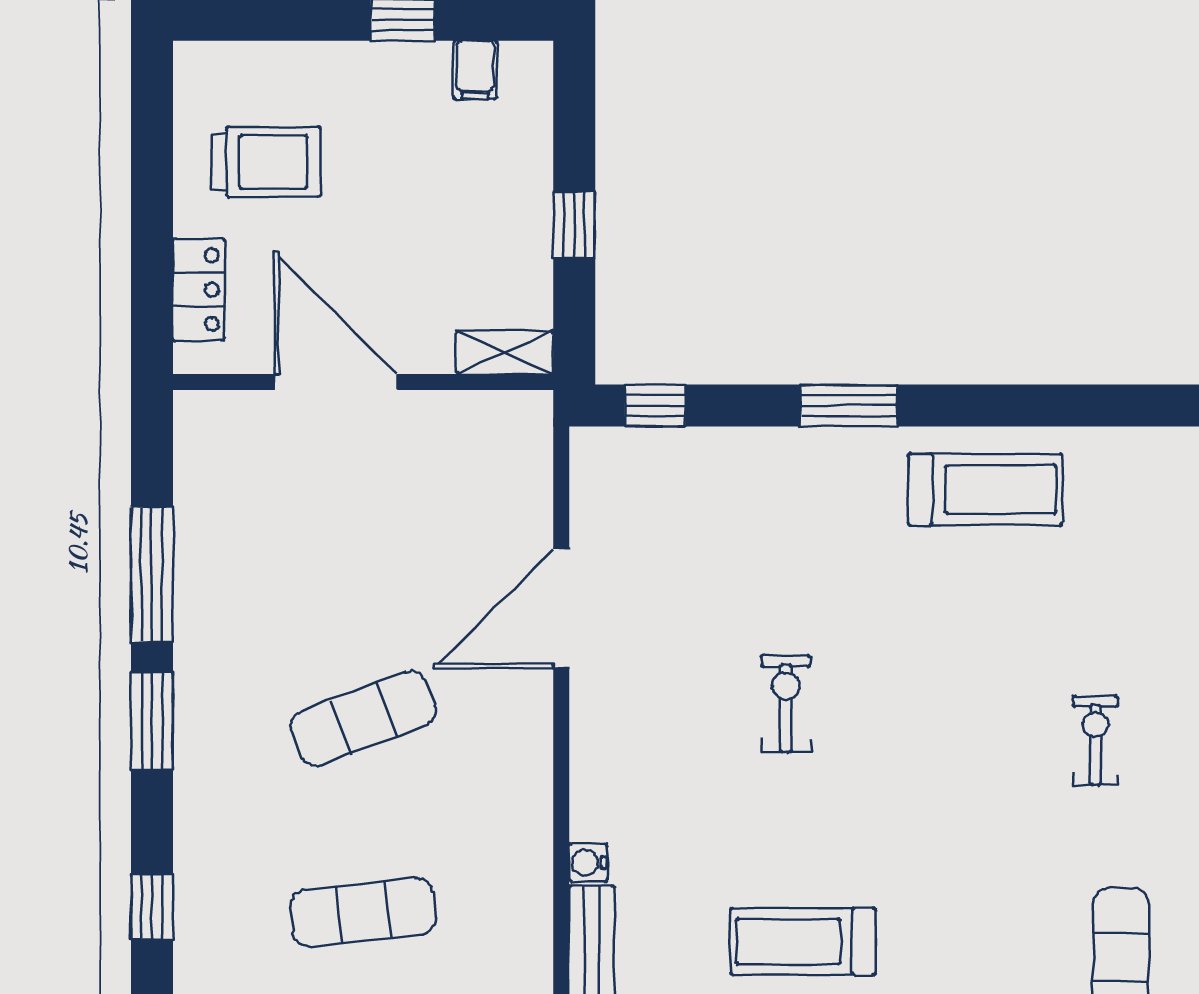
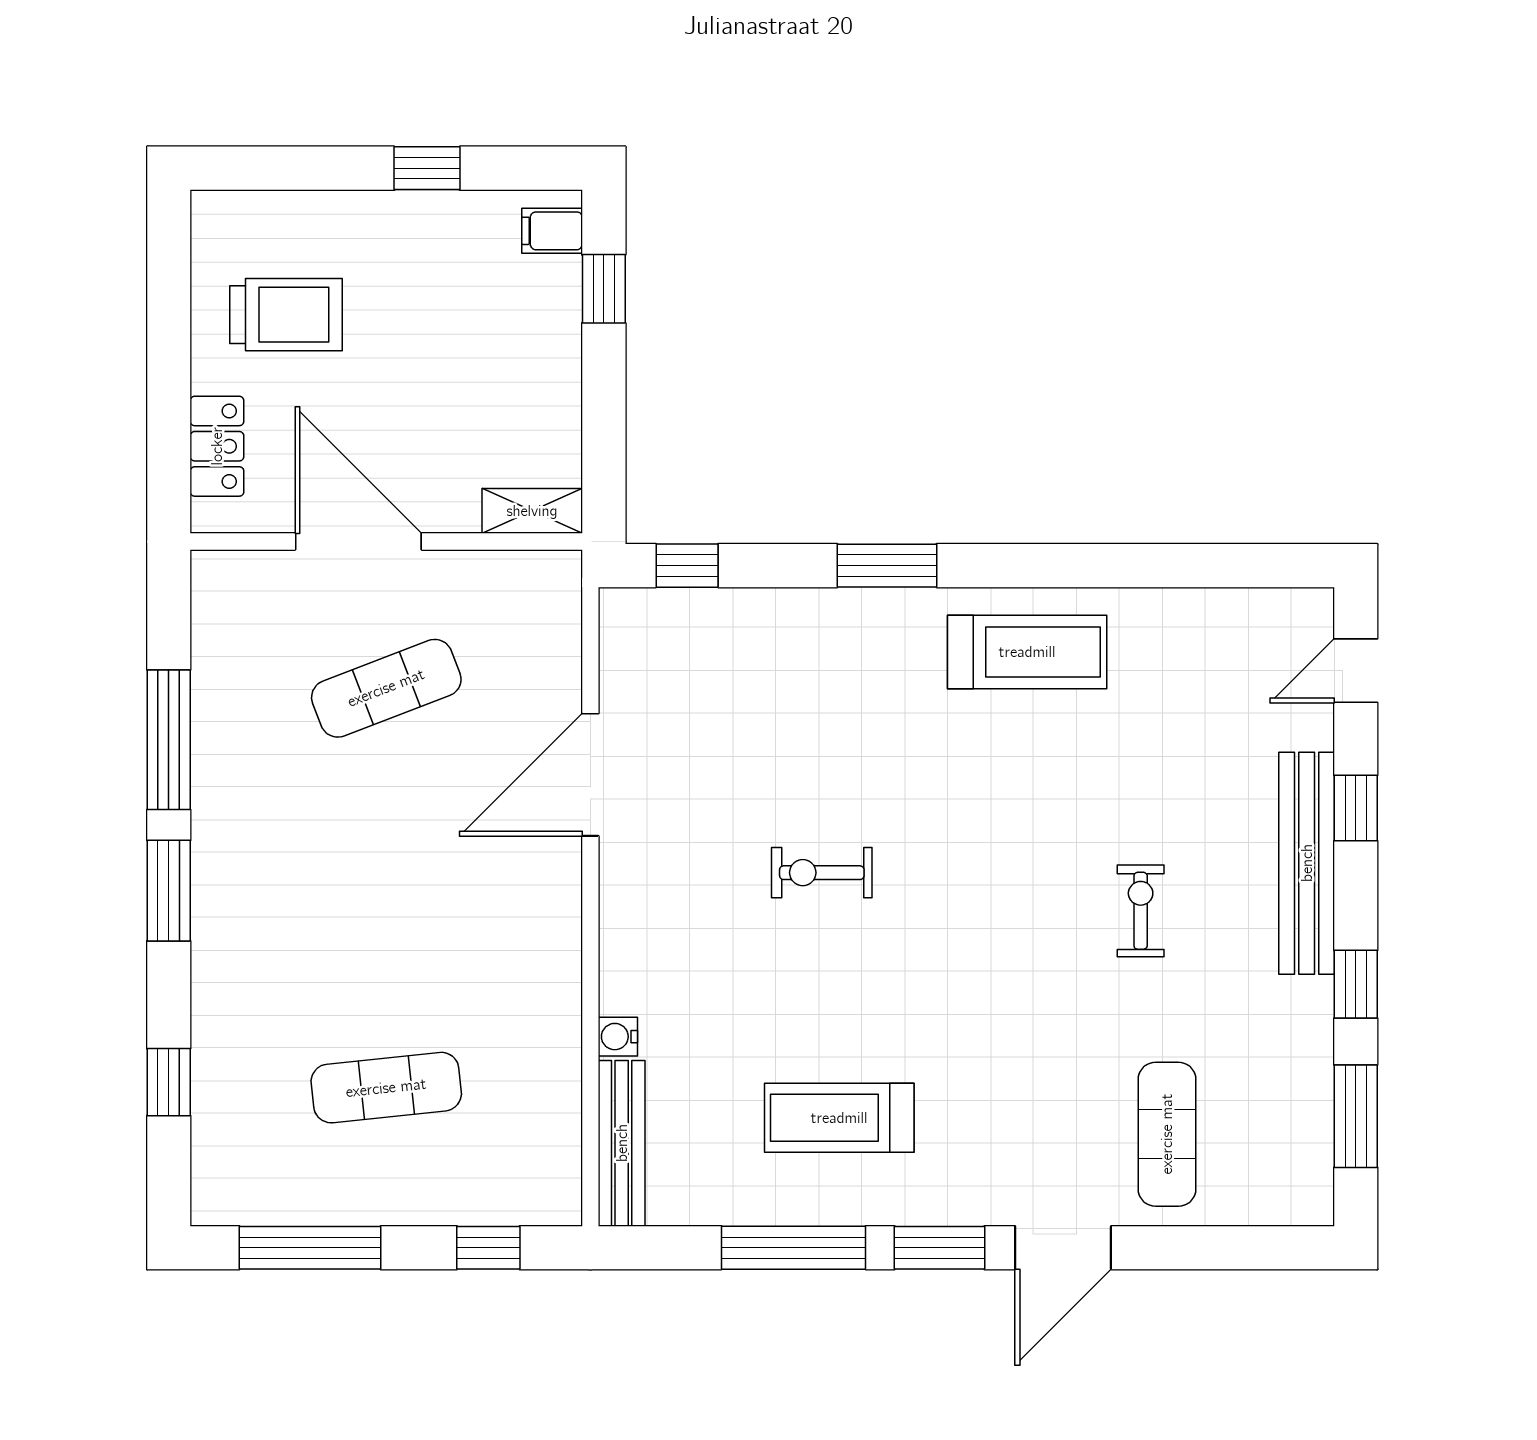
filing cabinet: (475, 70) -> (552, 231), moved, turned 90
window: (574, 225) -> (604, 289), moved
exercise bike: (786, 704) -> (822, 873), turned -90
exercise mat: (363, 718) -> (386, 688), moved

